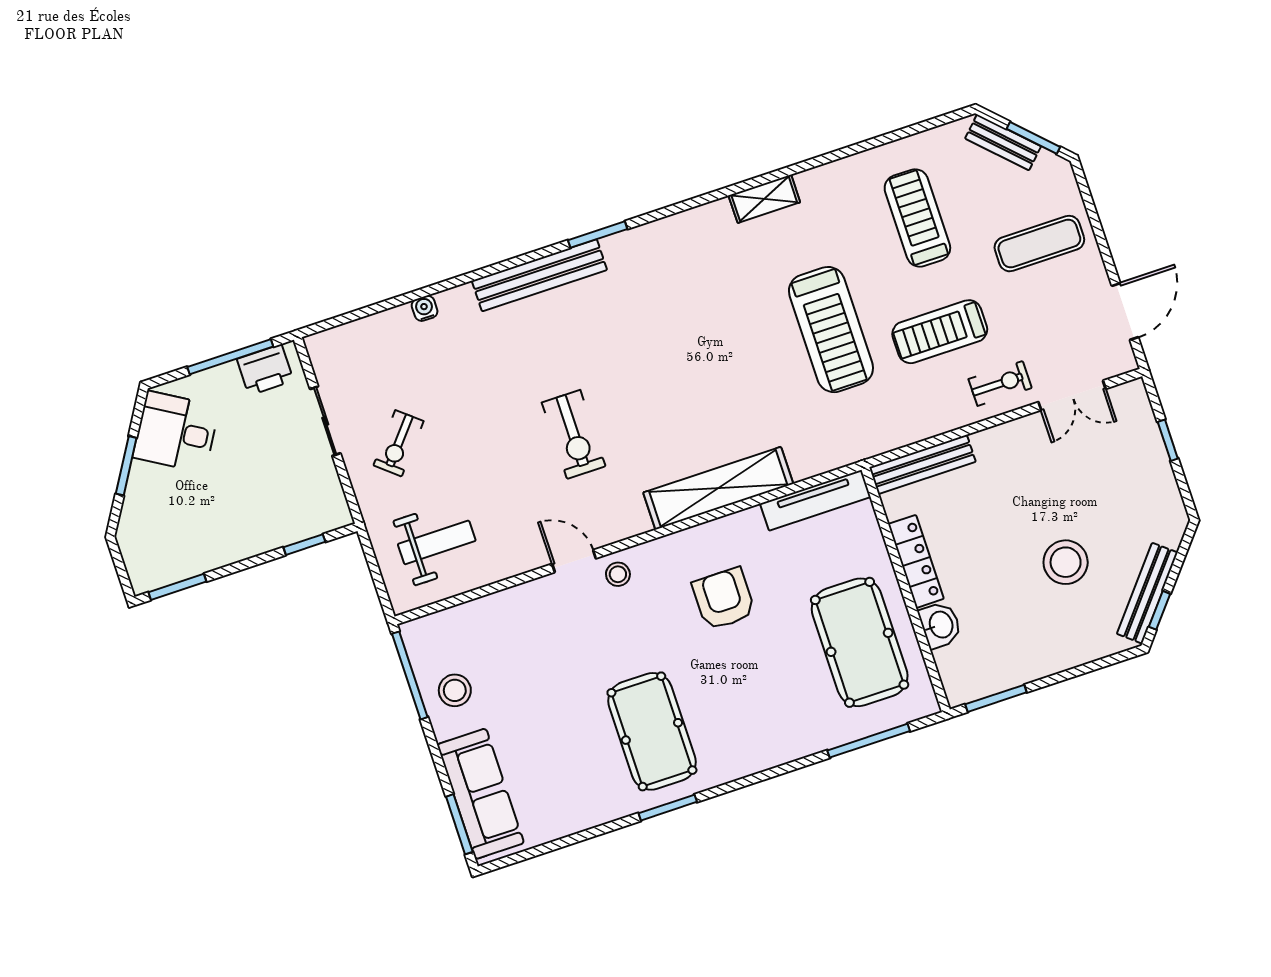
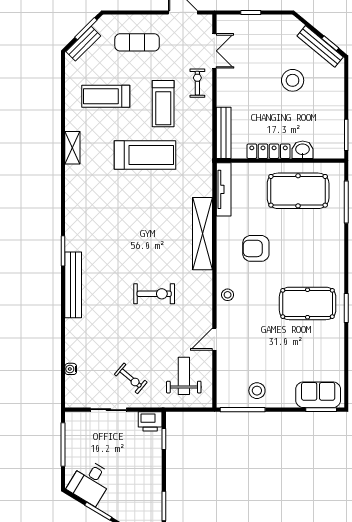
shelving: (764, 199) -> (72, 148), moved
exercise mat: (1039, 244) -> (137, 42), turned 90
water cooler: (425, 308) -> (71, 369), moved
printer: (265, 370) -> (150, 421), moved, turned 90
door: (574, 561) -> (214, 339), moved
sofa: (481, 794) -> (318, 395), width x0.73

